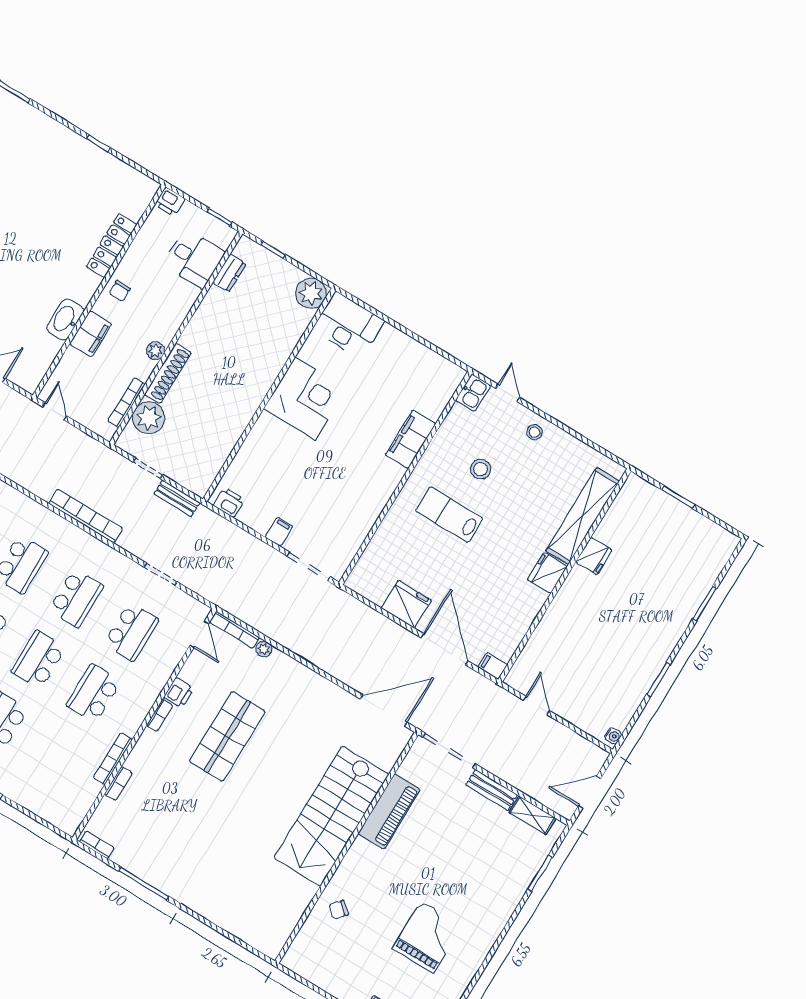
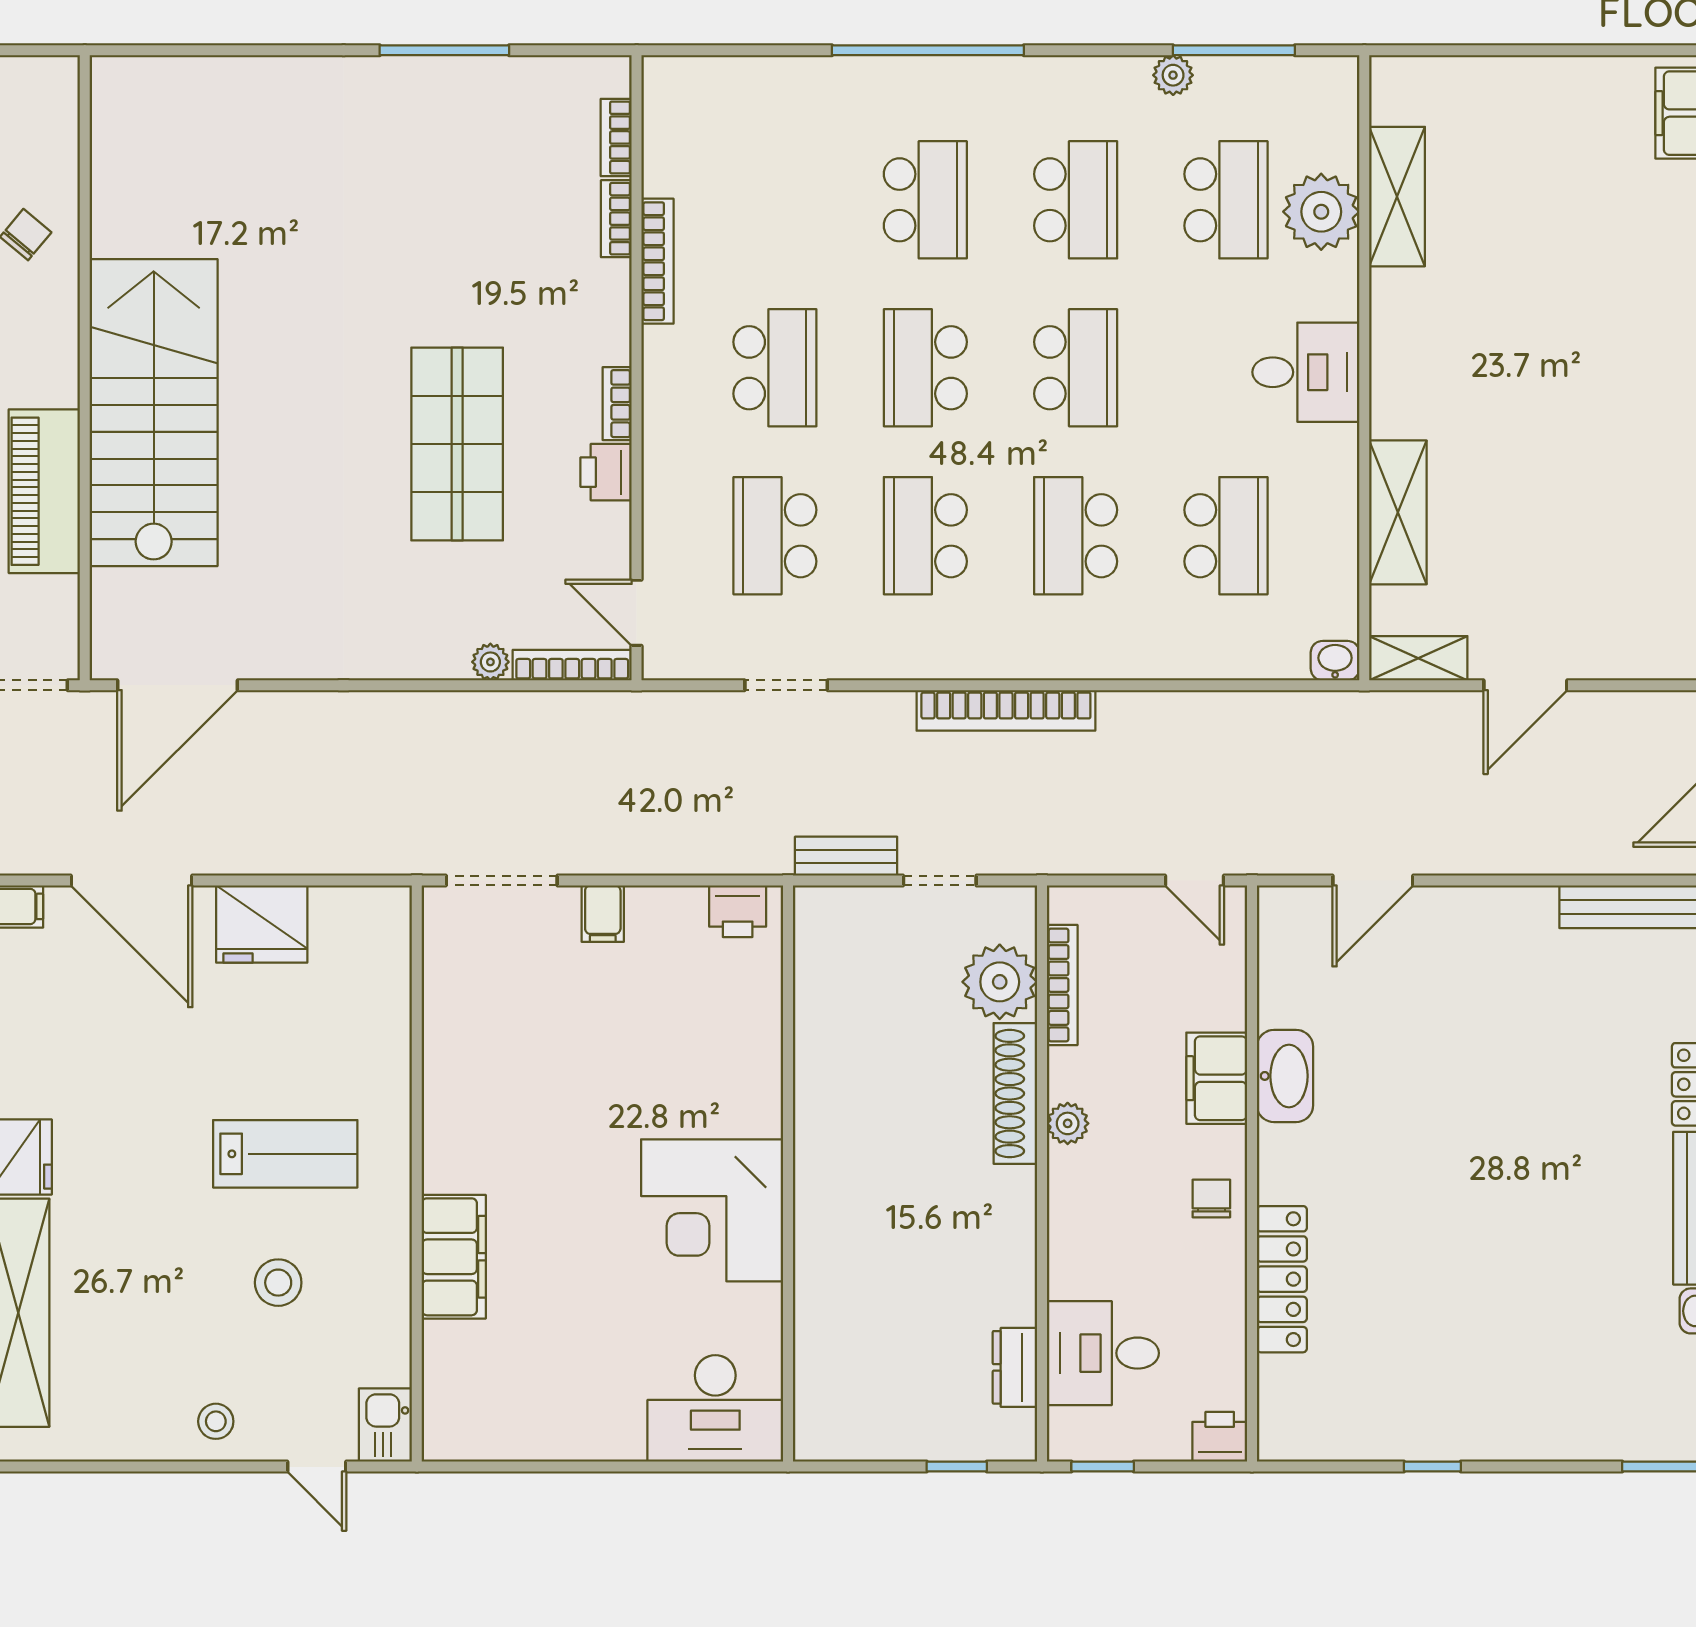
plant: (311, 293) -> (828, 1426), removed
school desk: (39, 660) -> (925, 368), turned 180
bookcase: (97, 845) -> (616, 137), moved, turned 90

